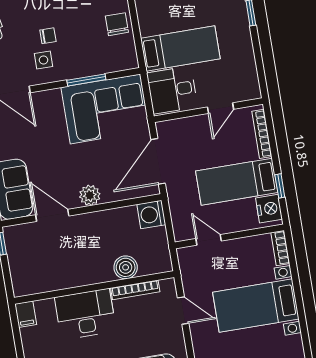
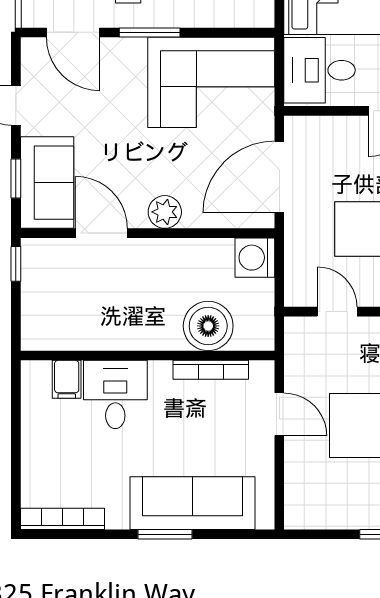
window: (86, 80) -> (150, 32), moved
boiler: (126, 267) -> (208, 326), width x1.37, depth x1.37
filing cabinet: (26, 314) -> (67, 379), moved
desk: (85, 314) -> (115, 394), width x0.73

